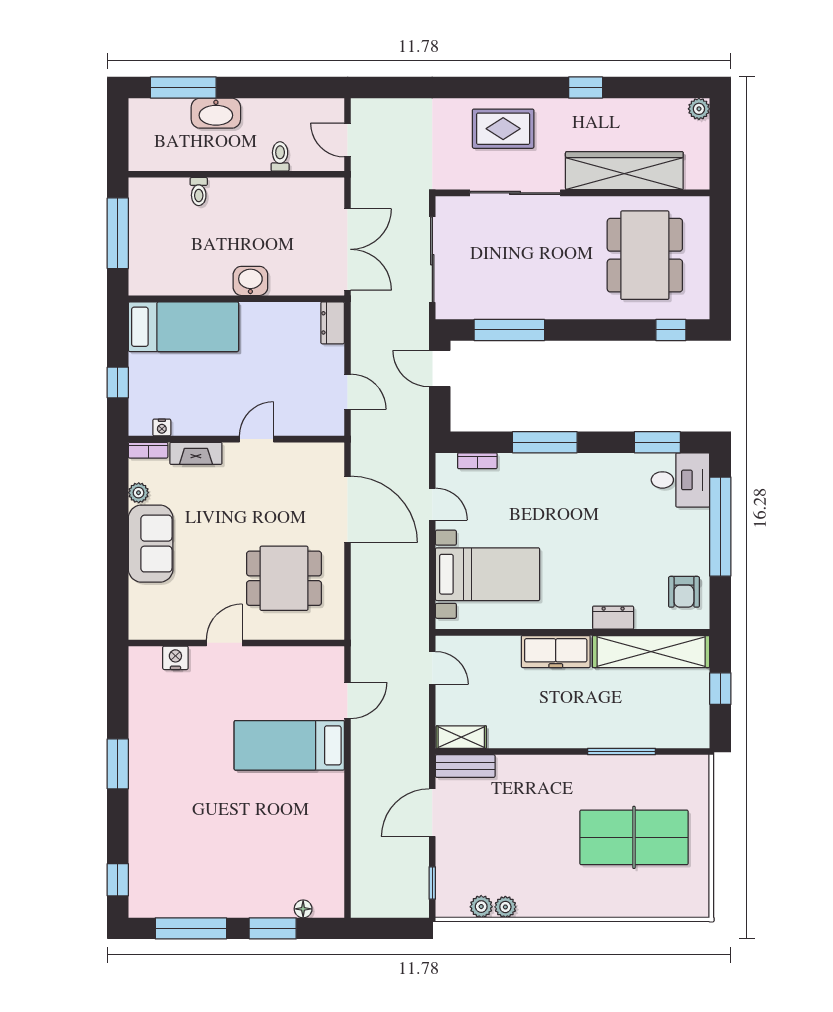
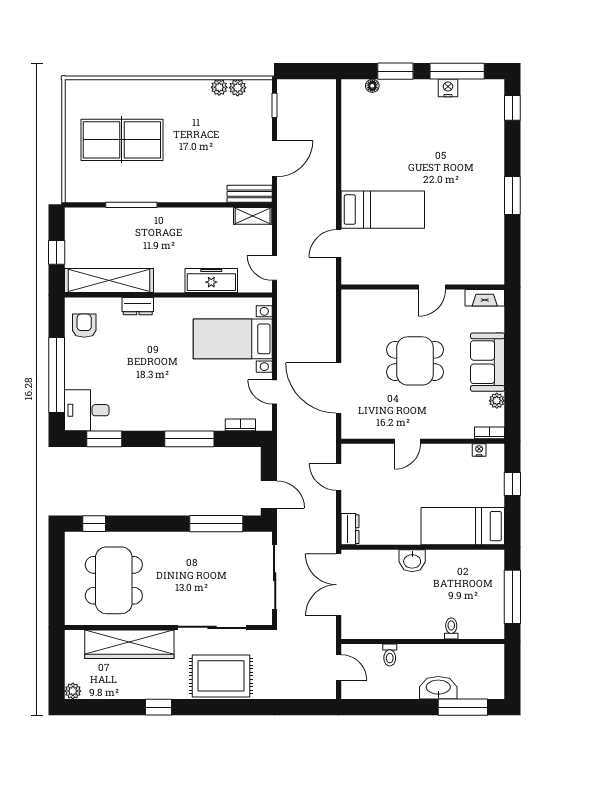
rug: (503, 129) -> (221, 676), width x1.36, depth x1.43
fireplace: (196, 453) -> (485, 298), moved, turned 180
dining table: (284, 578) -> (415, 361), moved
freezer: (556, 652) -> (211, 280), moved
nightstand: (175, 658) -> (448, 88), moved, turned 180

